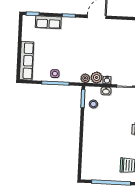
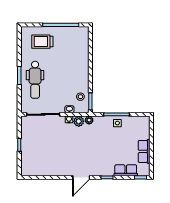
row of seats: (27, 61) -> (144, 151), moved, width x0.68

